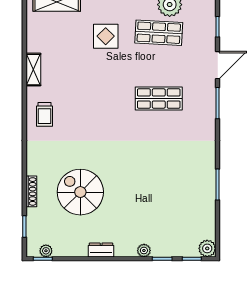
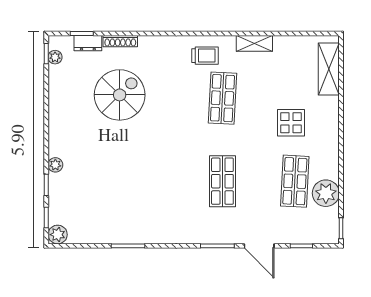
shop shelf: (83, 99) -> (222, 98), added
trolley: (45, 114) -> (205, 56), turned 180
dresser: (101, 250) -> (88, 43), moved, turned 90

